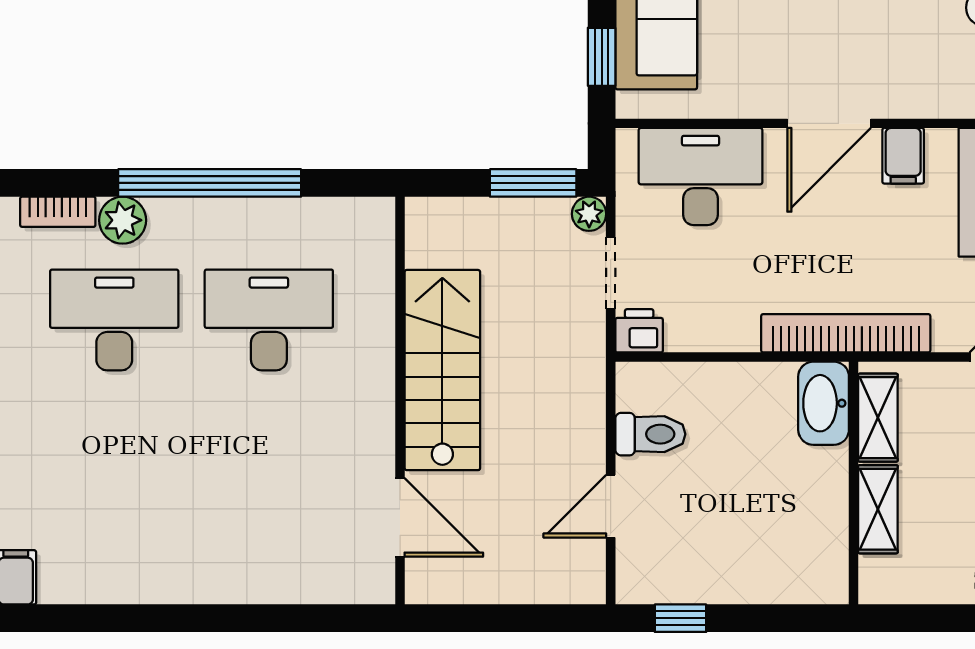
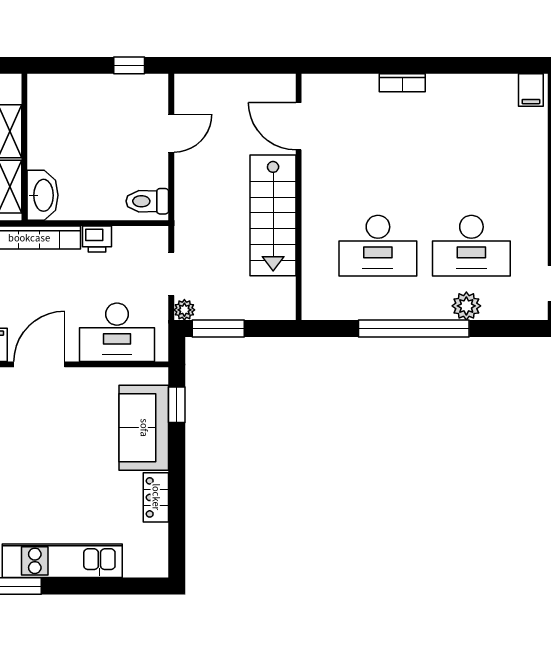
bookcase: (58, 212) -> (402, 83), moved, turned 180
printer: (639, 331) -> (97, 239), moved
toilet: (650, 434) -> (147, 201), moved

